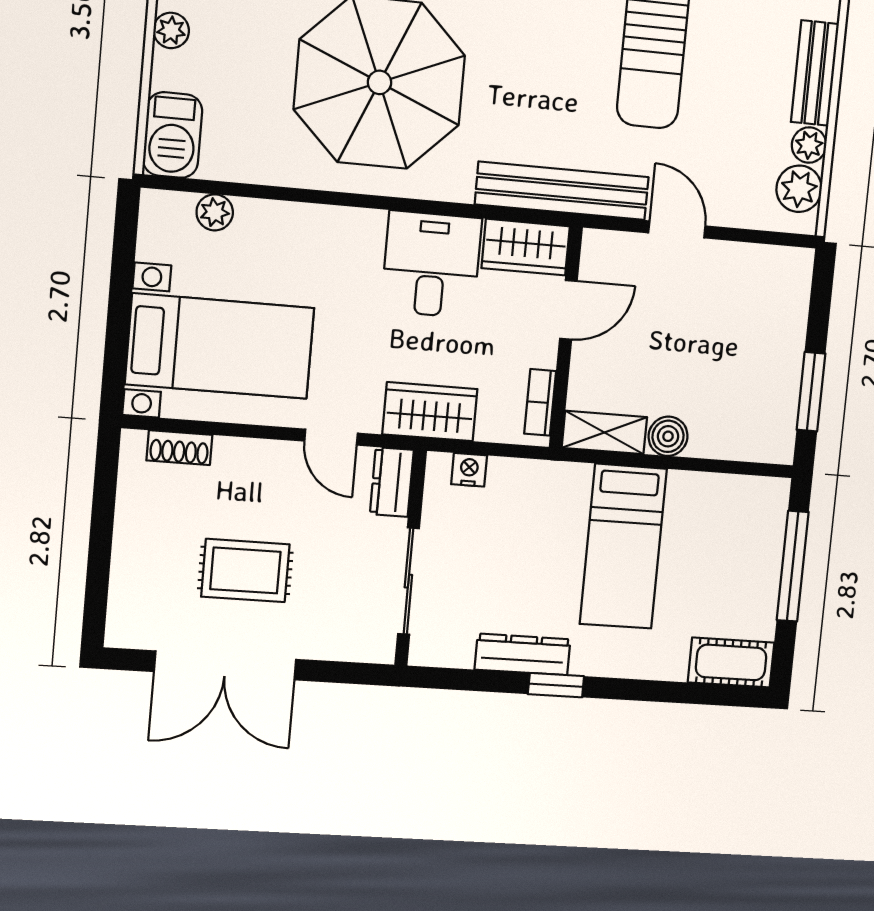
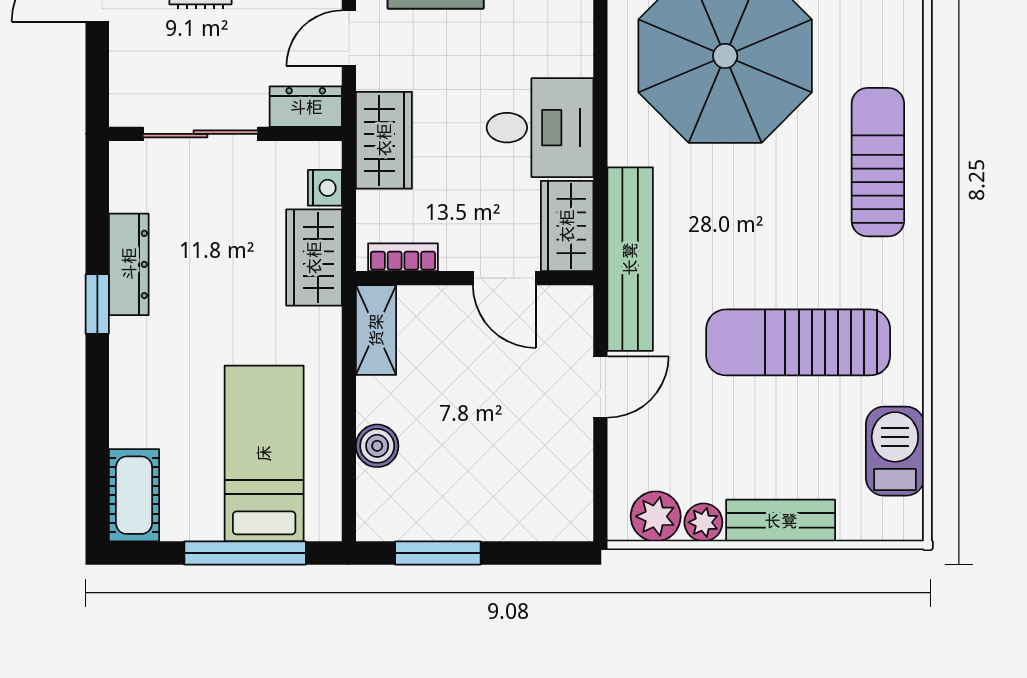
boiler: (668, 436) -> (377, 446), moved
wardrobe: (533, 485) -> (314, 258), added
bed: (623, 546) -> (264, 453), moved, turned 90

